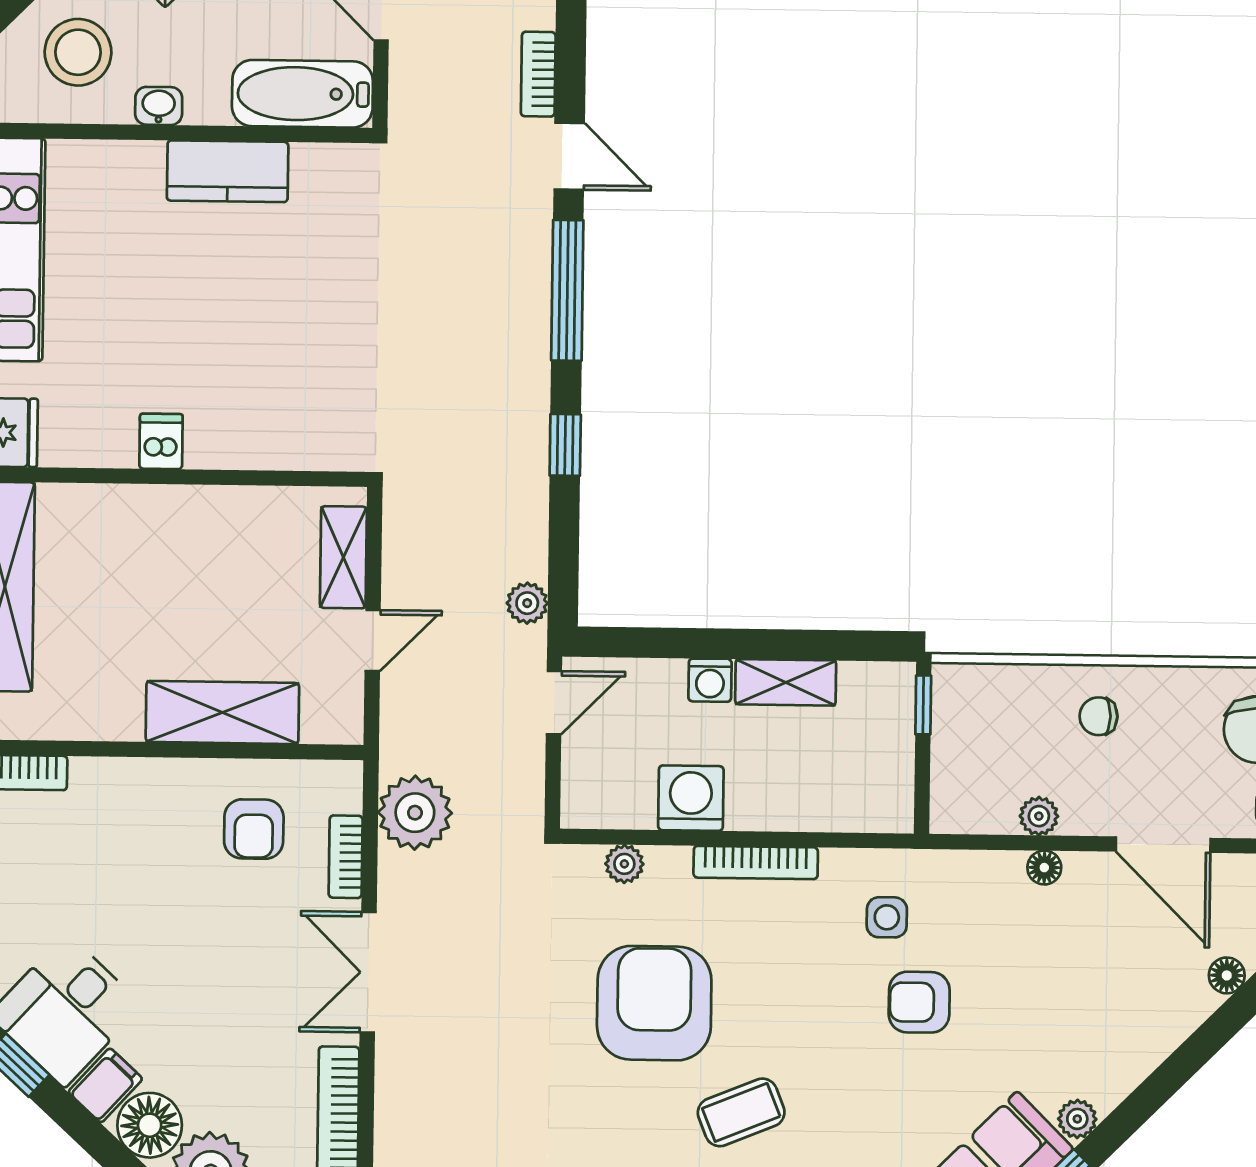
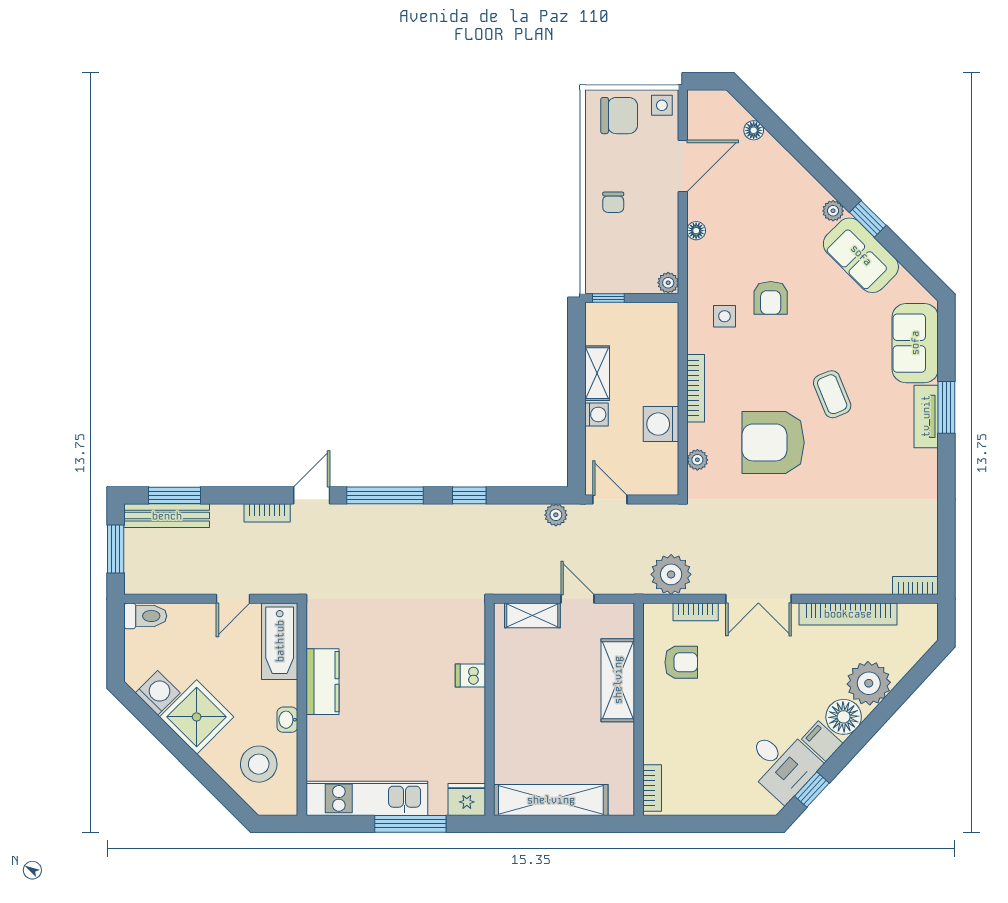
dishwasher: (161, 441) -> (470, 675), moved
plant: (1039, 816) -> (668, 283), moved

